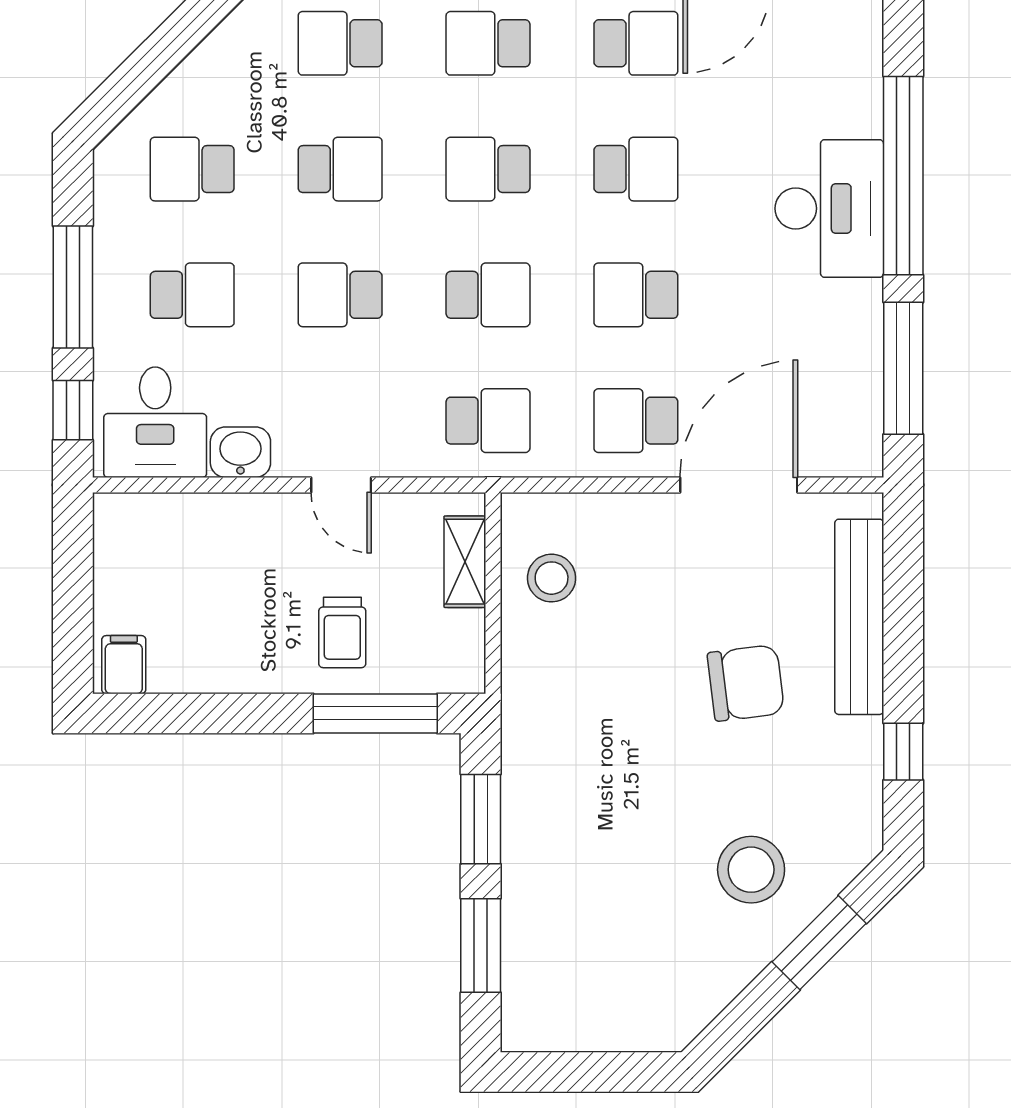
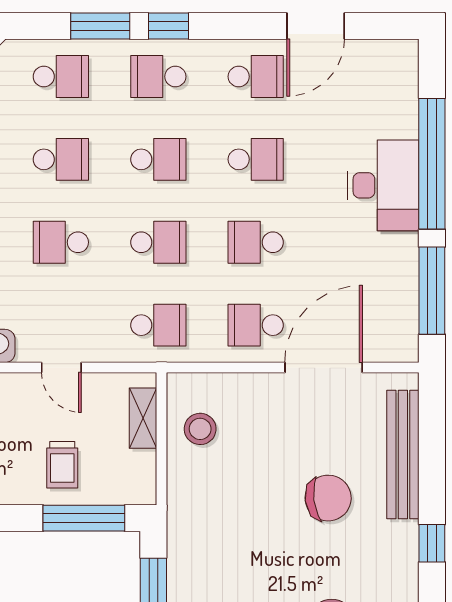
school desk: (340, 43) -> (61, 77), turned 180
school desk: (488, 169) -> (158, 159), turned 180

